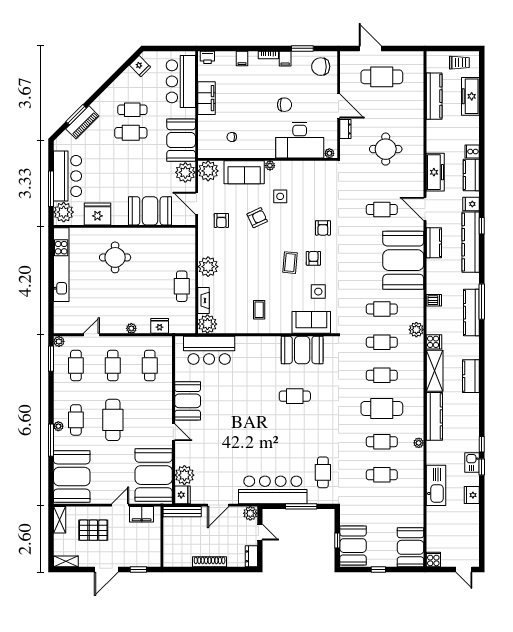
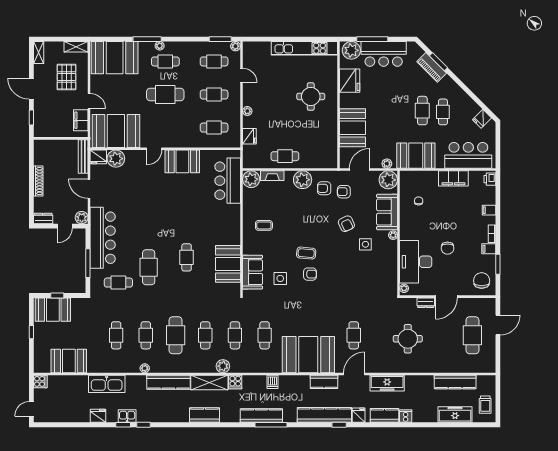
plant: (185, 172) -> (387, 164), width x0.53, depth x0.53
armchair: (323, 228) -> (324, 188), moved
plant: (416, 330) -> (223, 366), moved
cafe table: (306, 439) -> (149, 267), added
booth: (411, 547) -> (69, 361), moved

